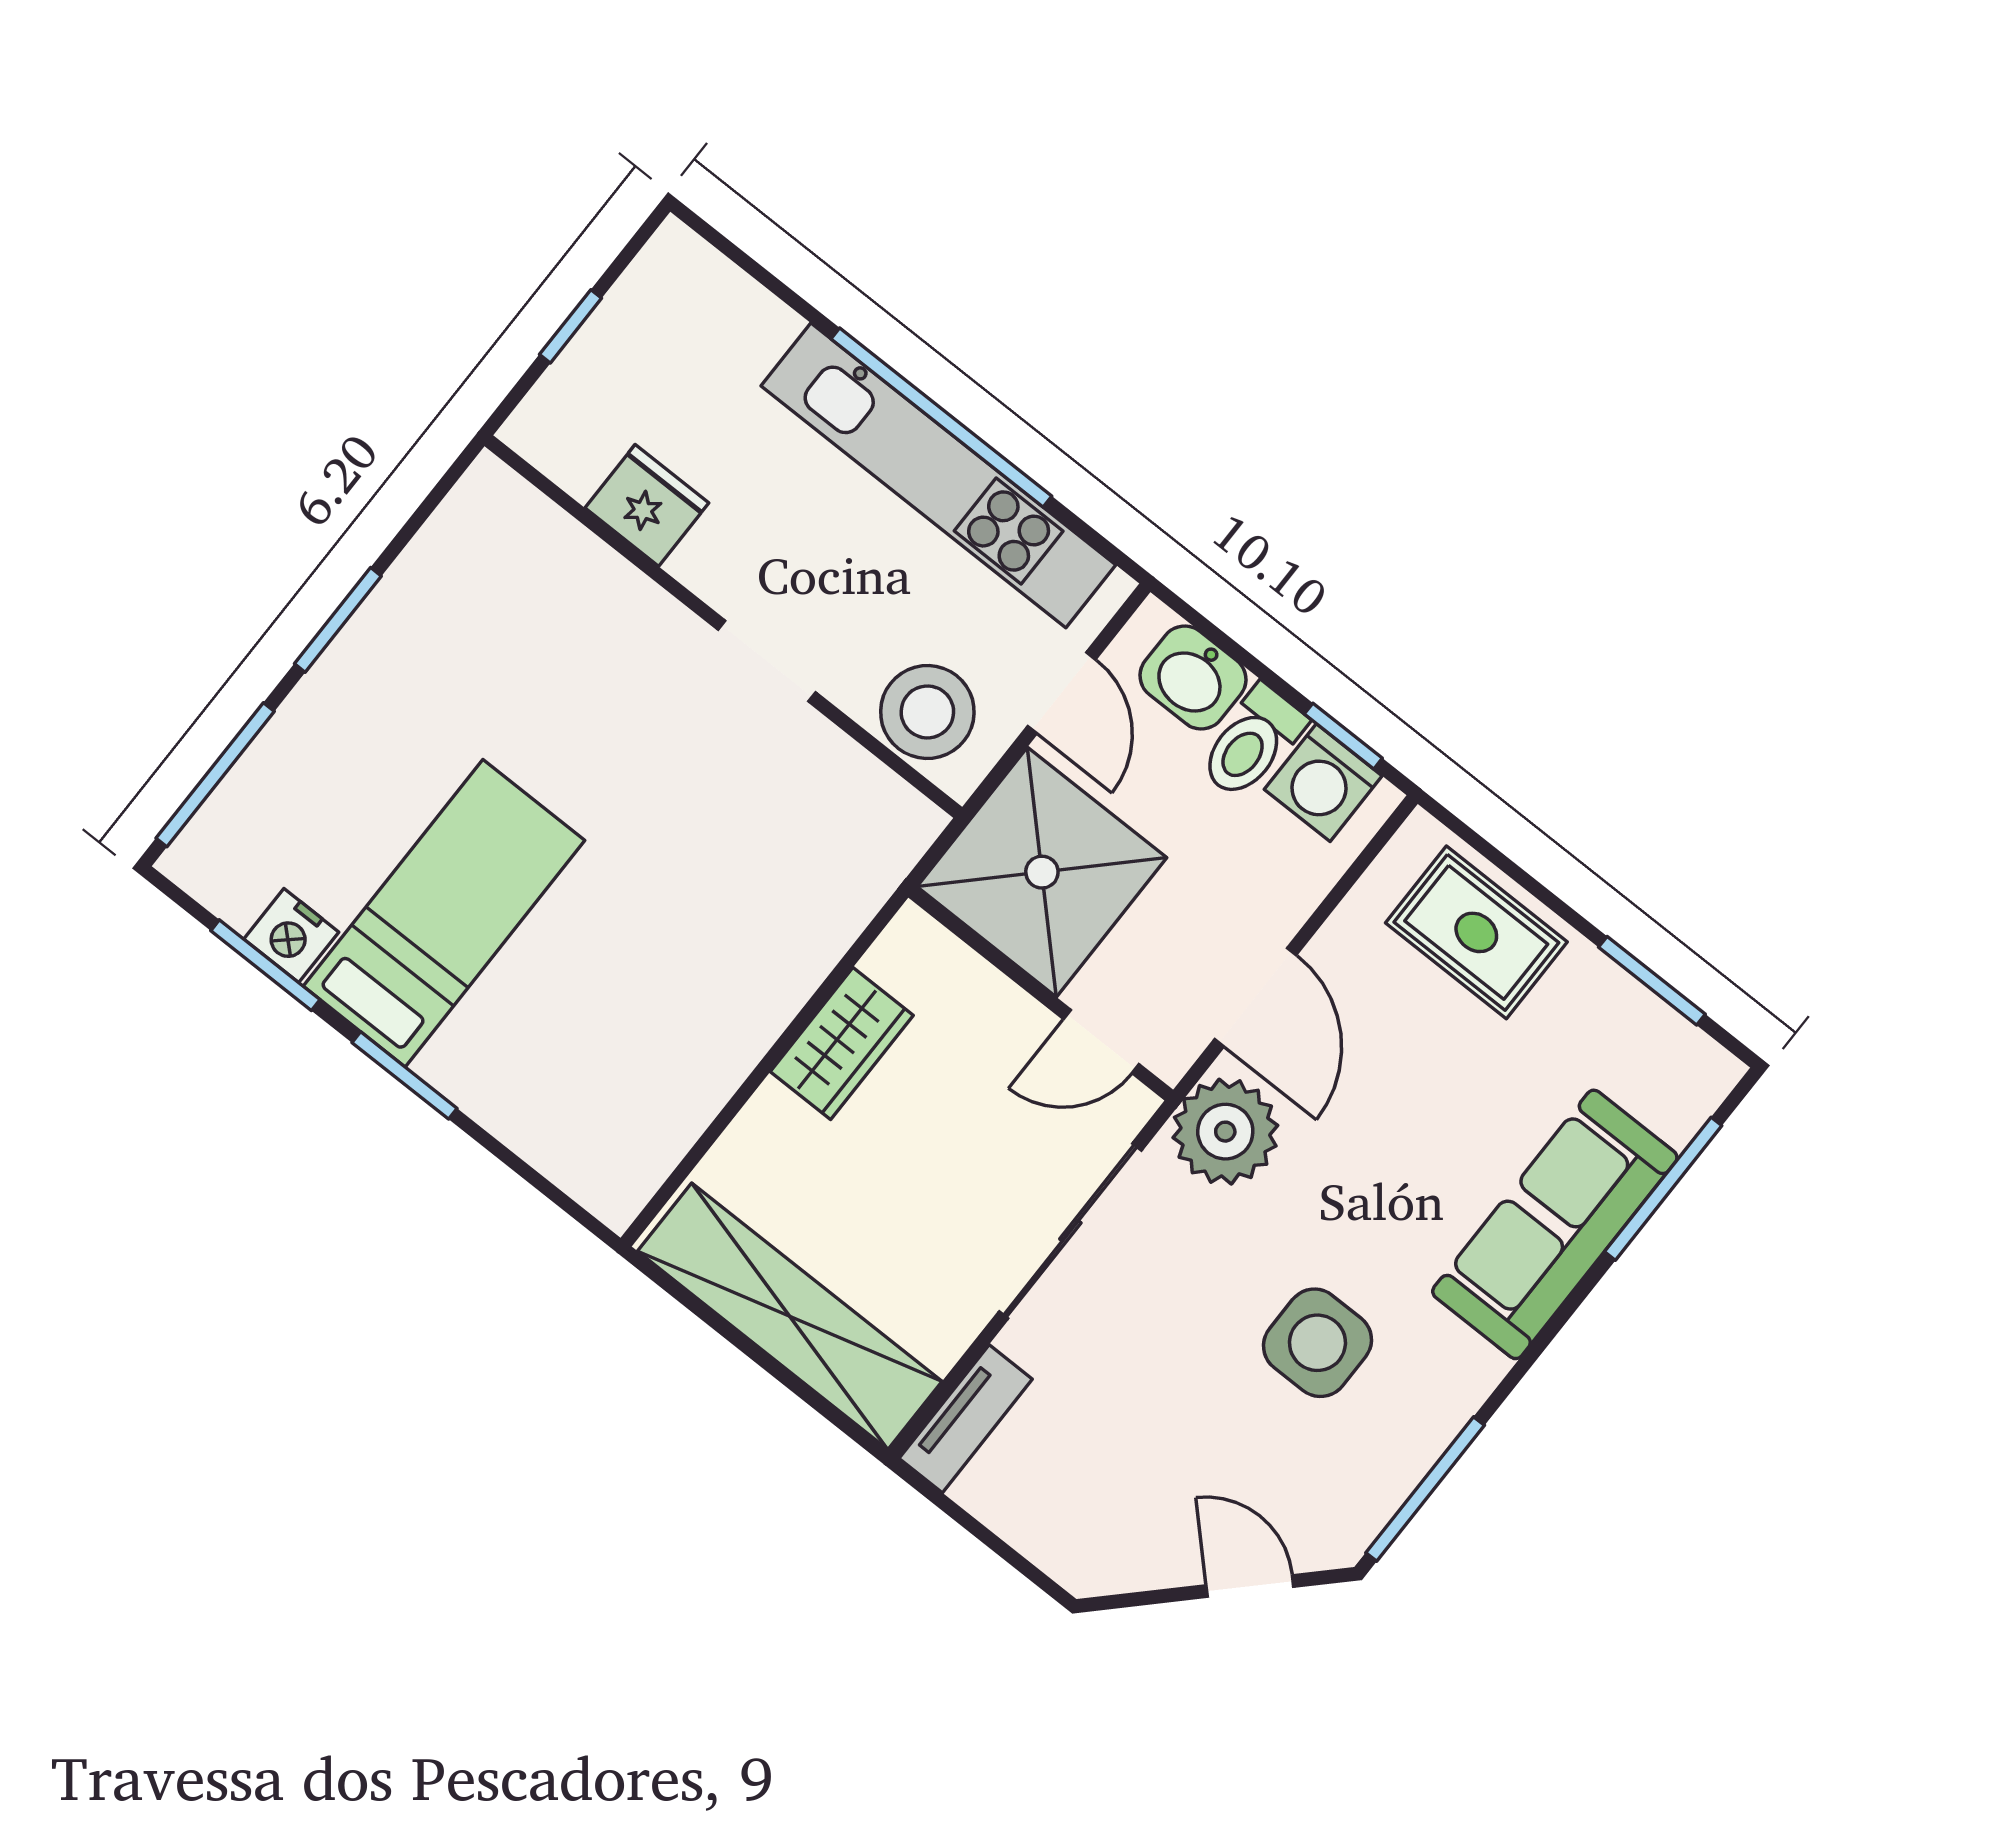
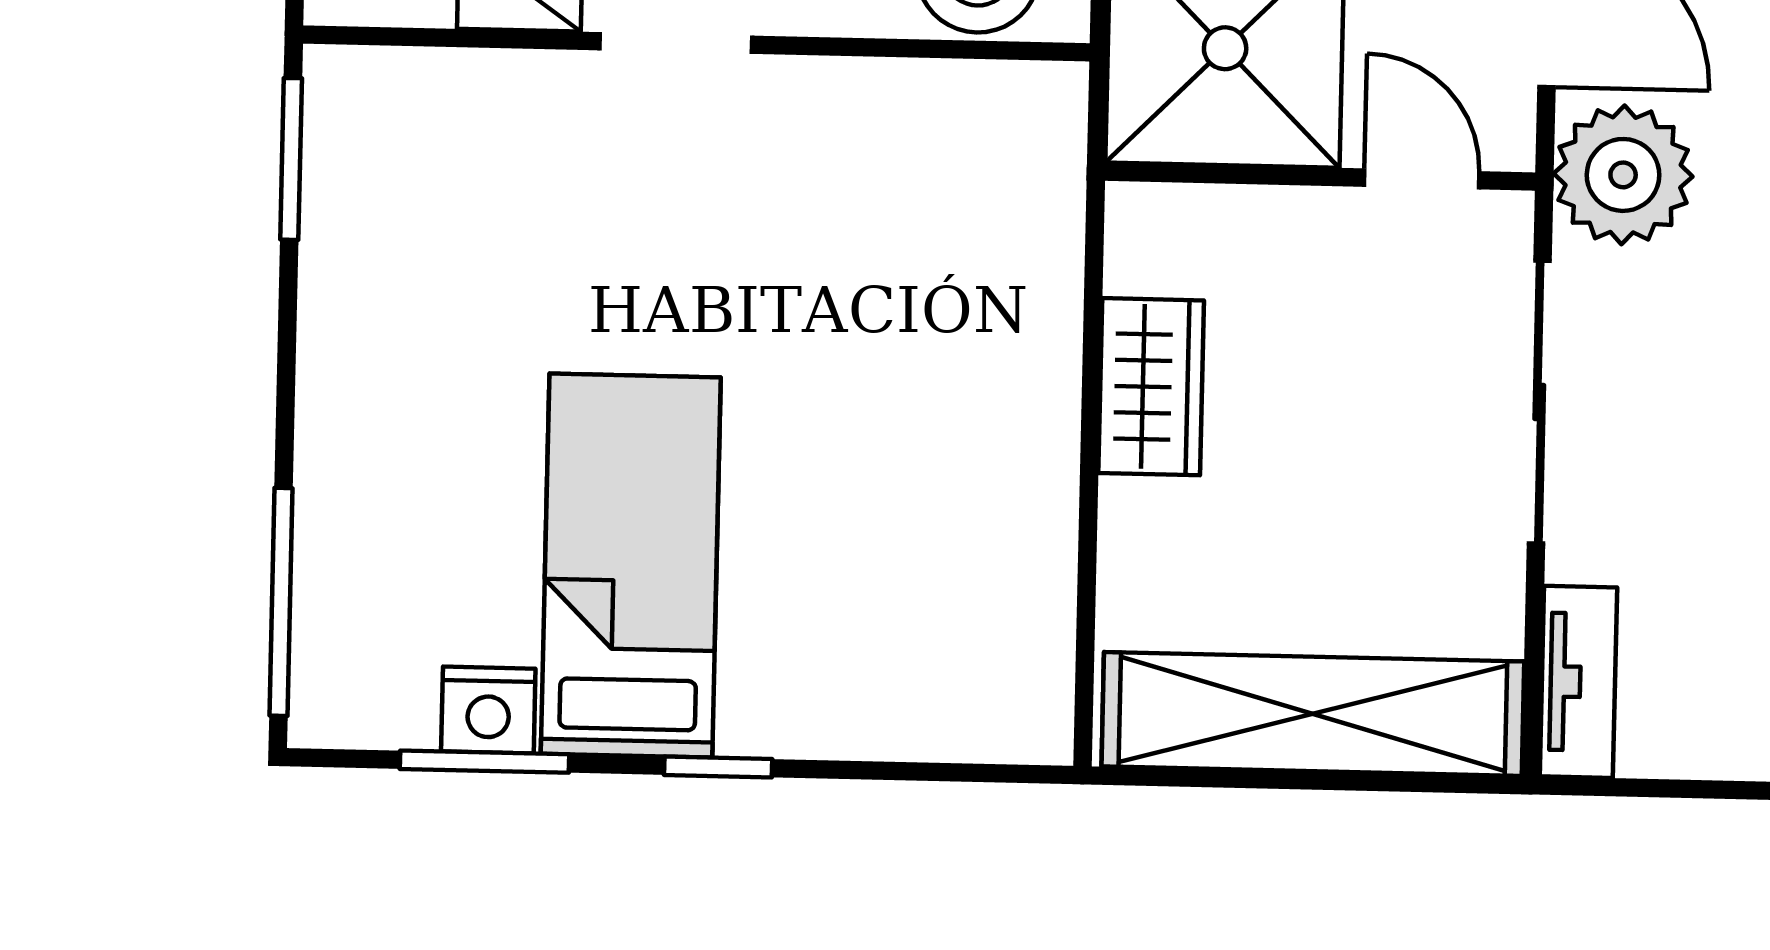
window: (338, 620) -> (291, 159), moved
doorway: (767, 661) -> (676, 43), moved
door: (1101, 1042) -> (1422, 179), swing flipped
window: (405, 1075) -> (718, 767), width x0.67

